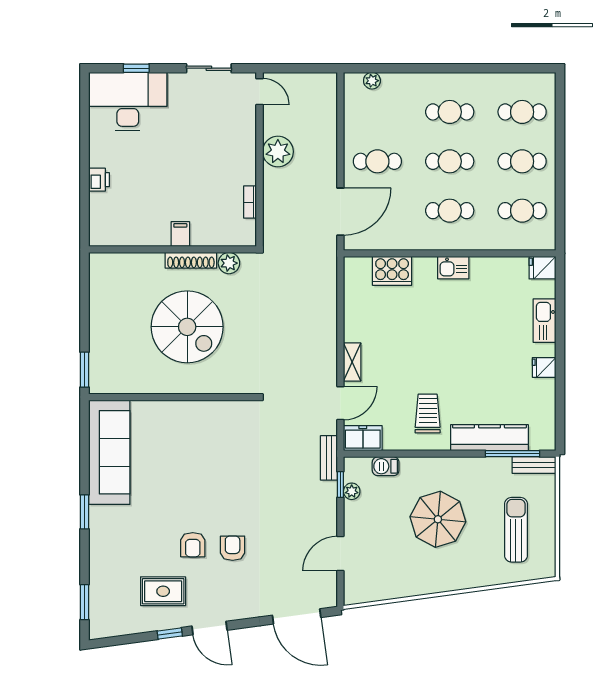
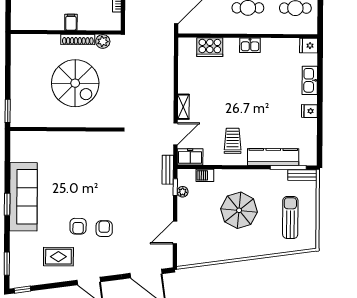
sofa: (109, 452) -> (23, 197), moved
window: (170, 633) -> (22, 290), moved

